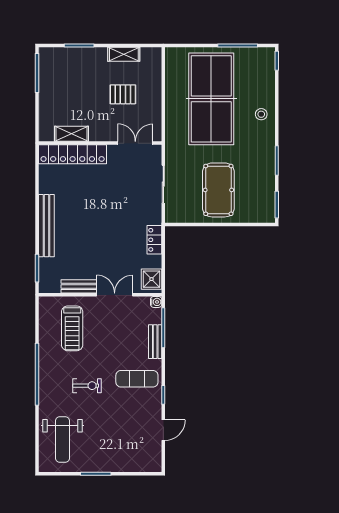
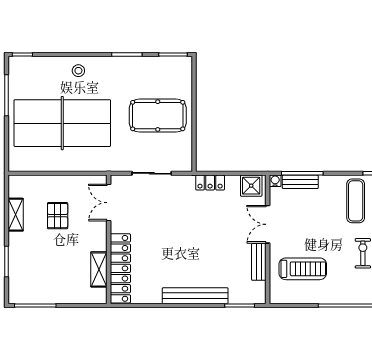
bench: (155, 342) -> (300, 182), moved

